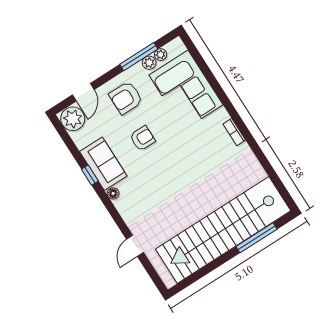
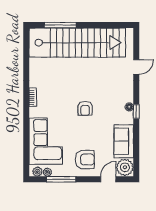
plant: (149, 63) -> (37, 172), moved
armchair: (142, 138) -> (85, 108), moved, turned -90
sofa: (103, 164) -> (124, 141), moved
window: (90, 175) -> (136, 111), moved

